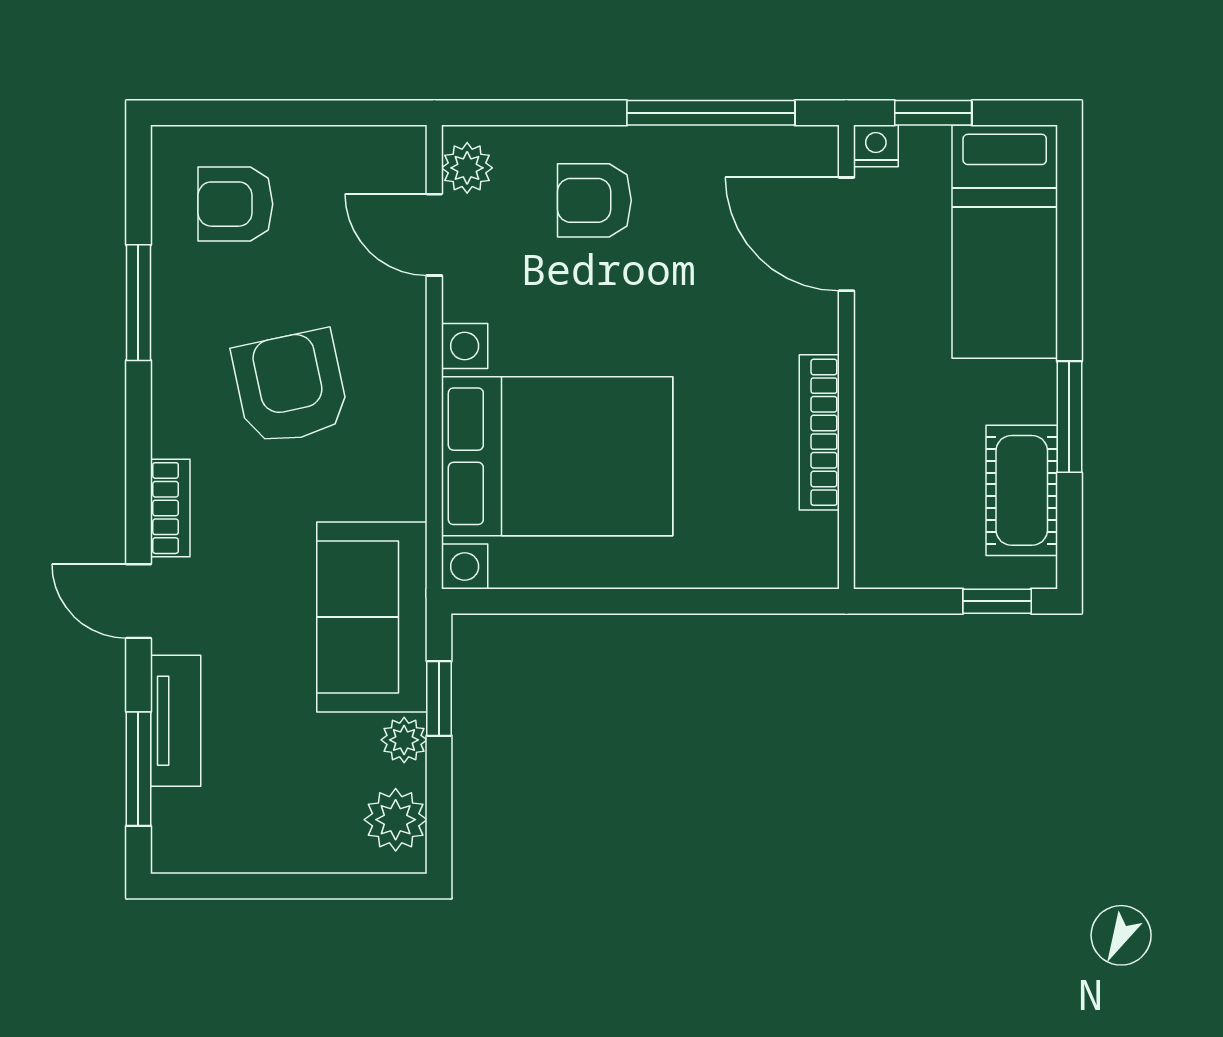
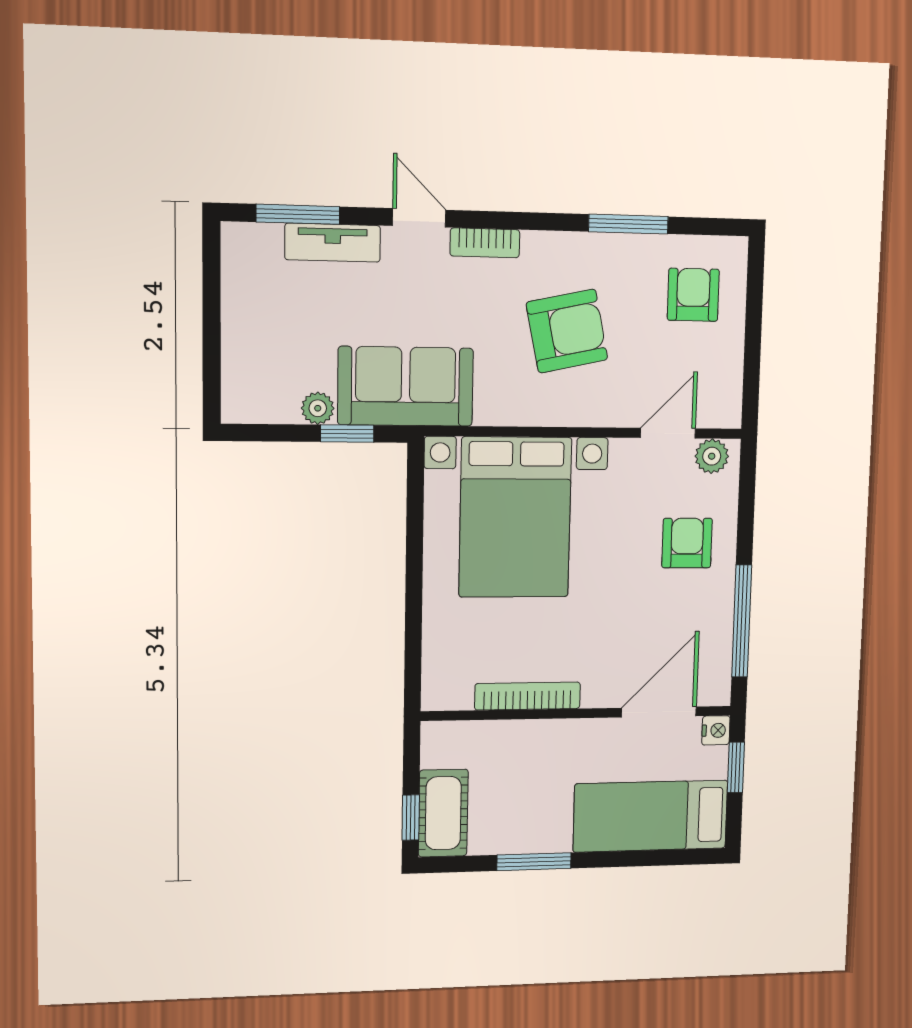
cot: (1022, 490) -> (443, 813), moved, turned 90
door: (138, 601) -> (419, 218), hinge flipped
plant: (396, 820) -> (260, 401), removed

